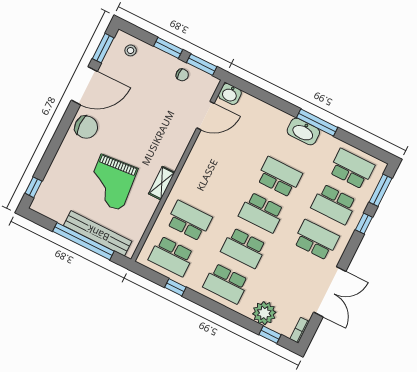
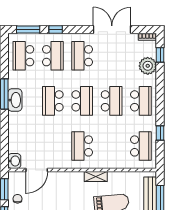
door: (205, 116) -> (37, 170), swing flipped
school desk: (189, 221) -> (82, 146), moved

